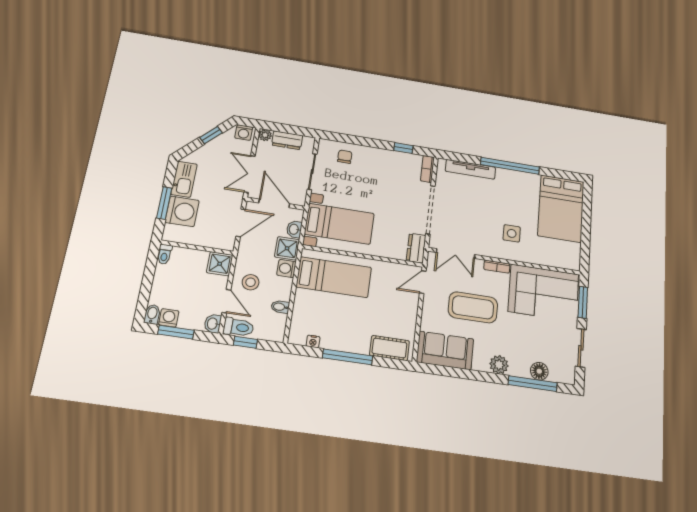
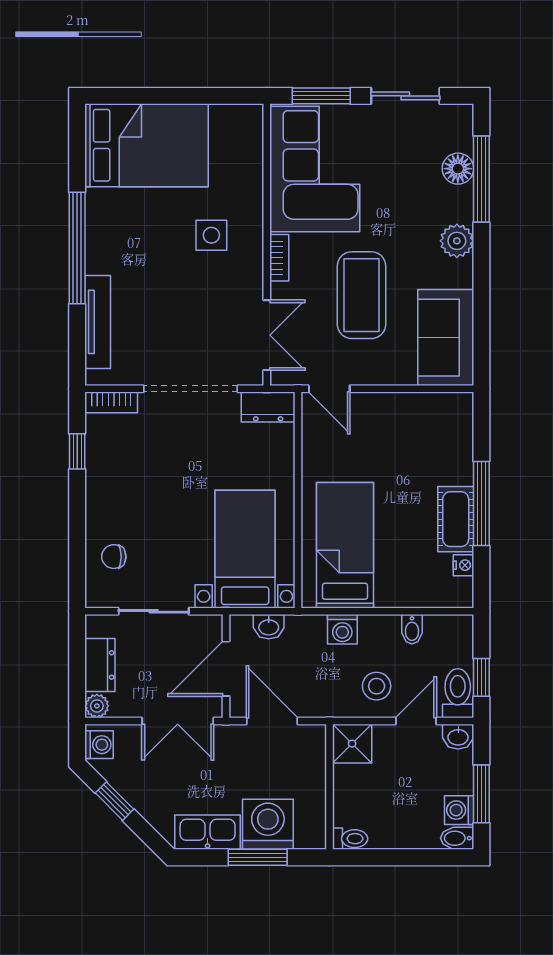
shower: (287, 248) -> (306, 634), removed
cot: (390, 348) -> (456, 519), moved

